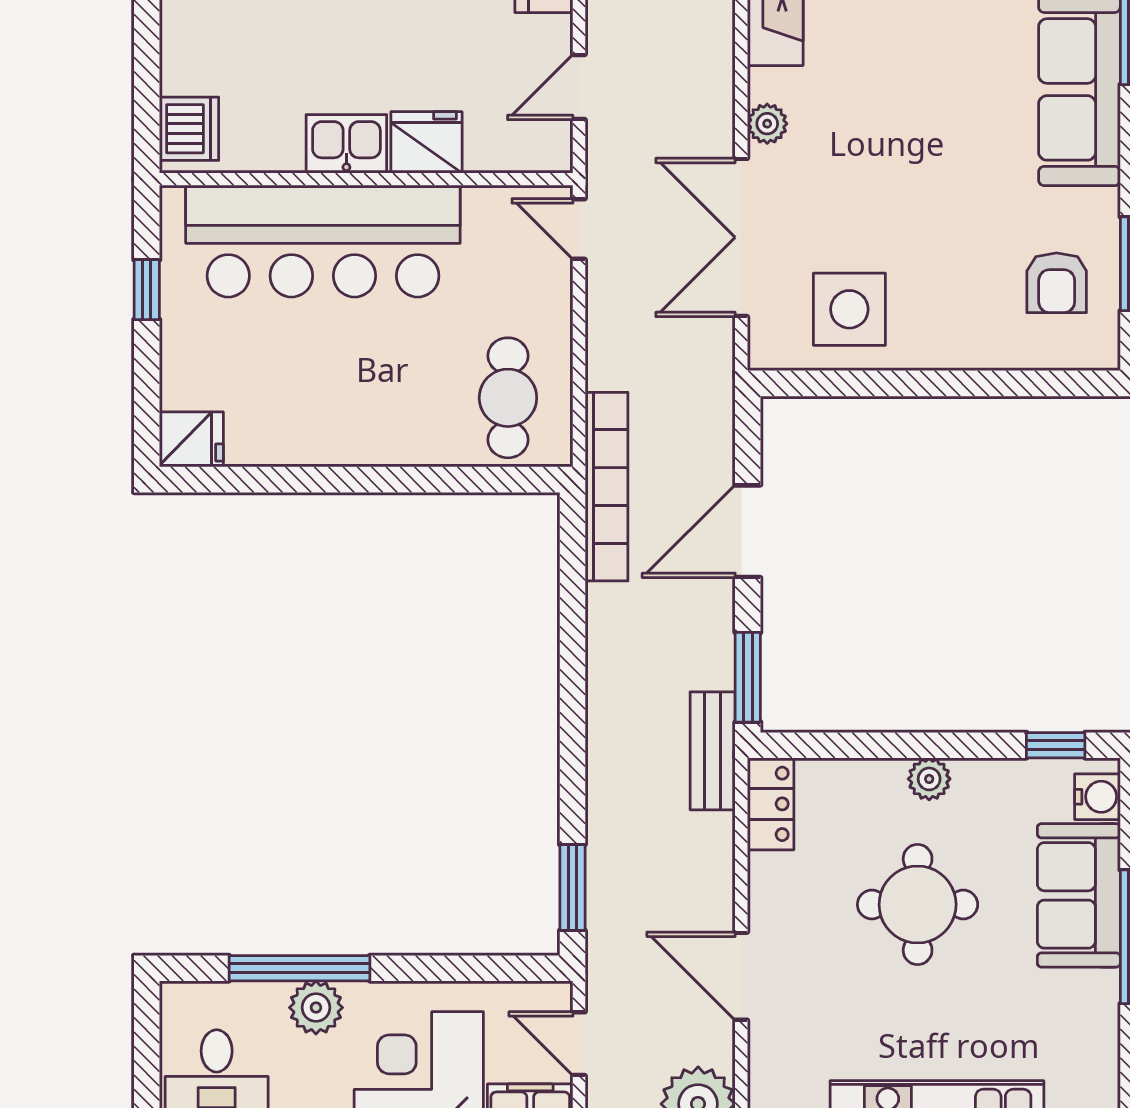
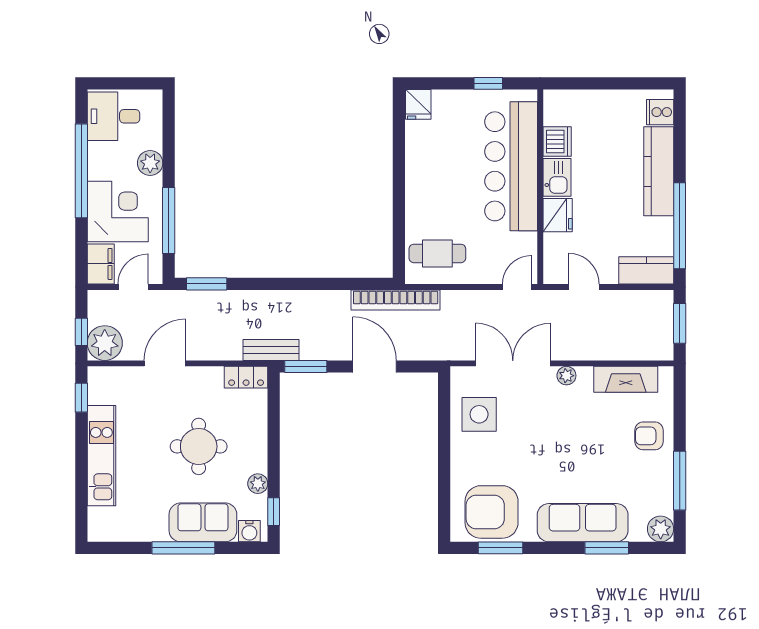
dishwasher: (189, 129) -> (557, 142), moved, turned -90
armchair: (1057, 283) -> (492, 512), width x1.88, depth x1.88
plant: (929, 779) -> (258, 484), moved
window: (299, 968) -> (169, 220), moved

